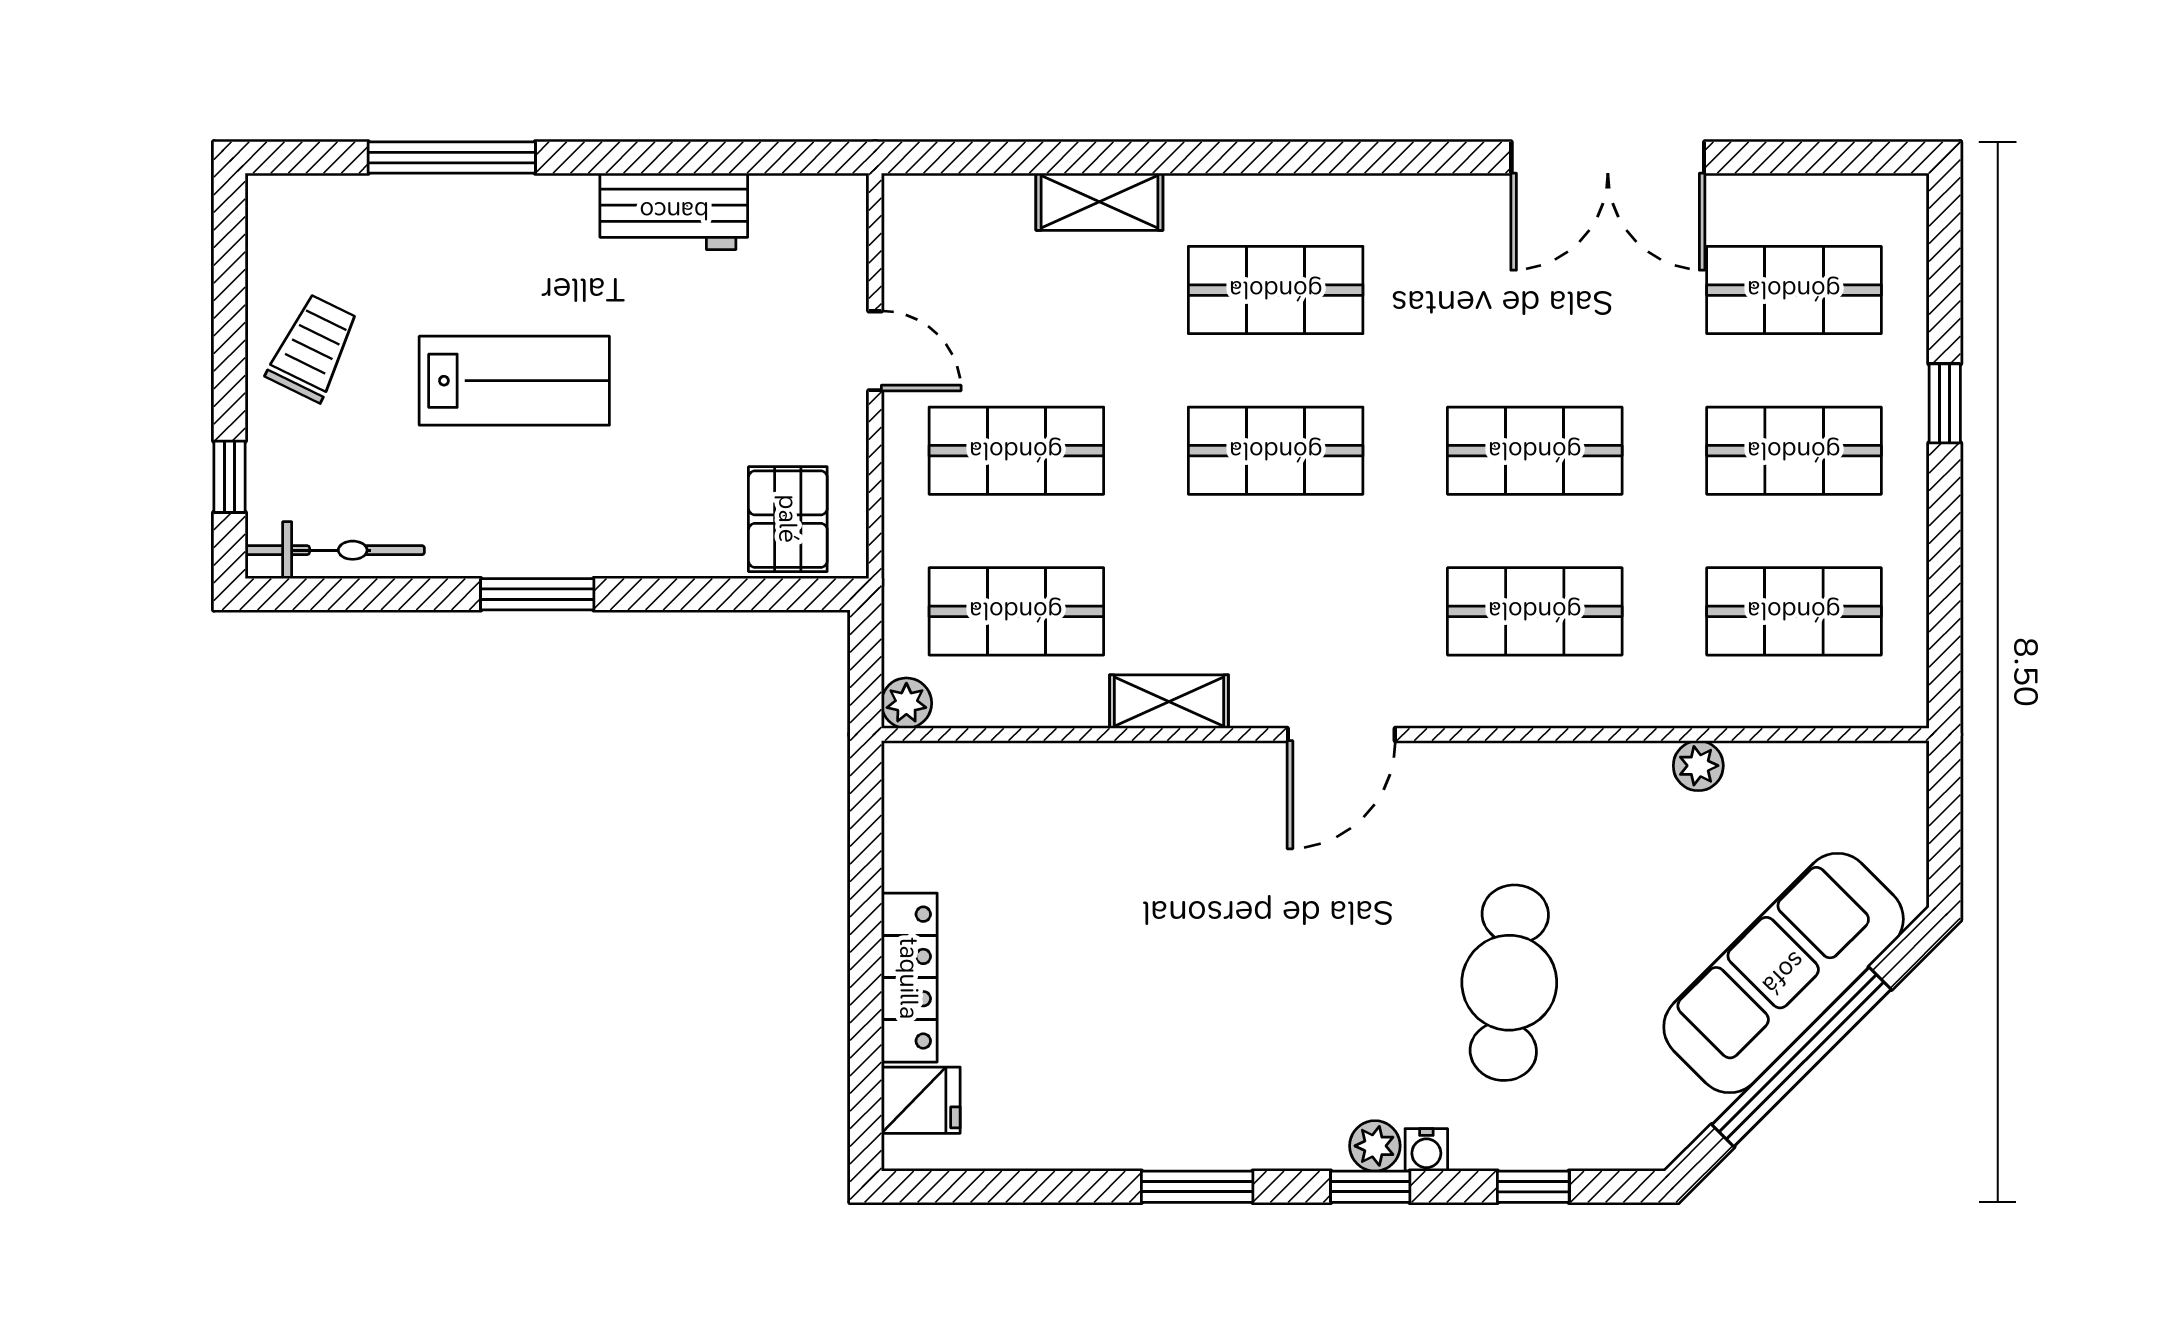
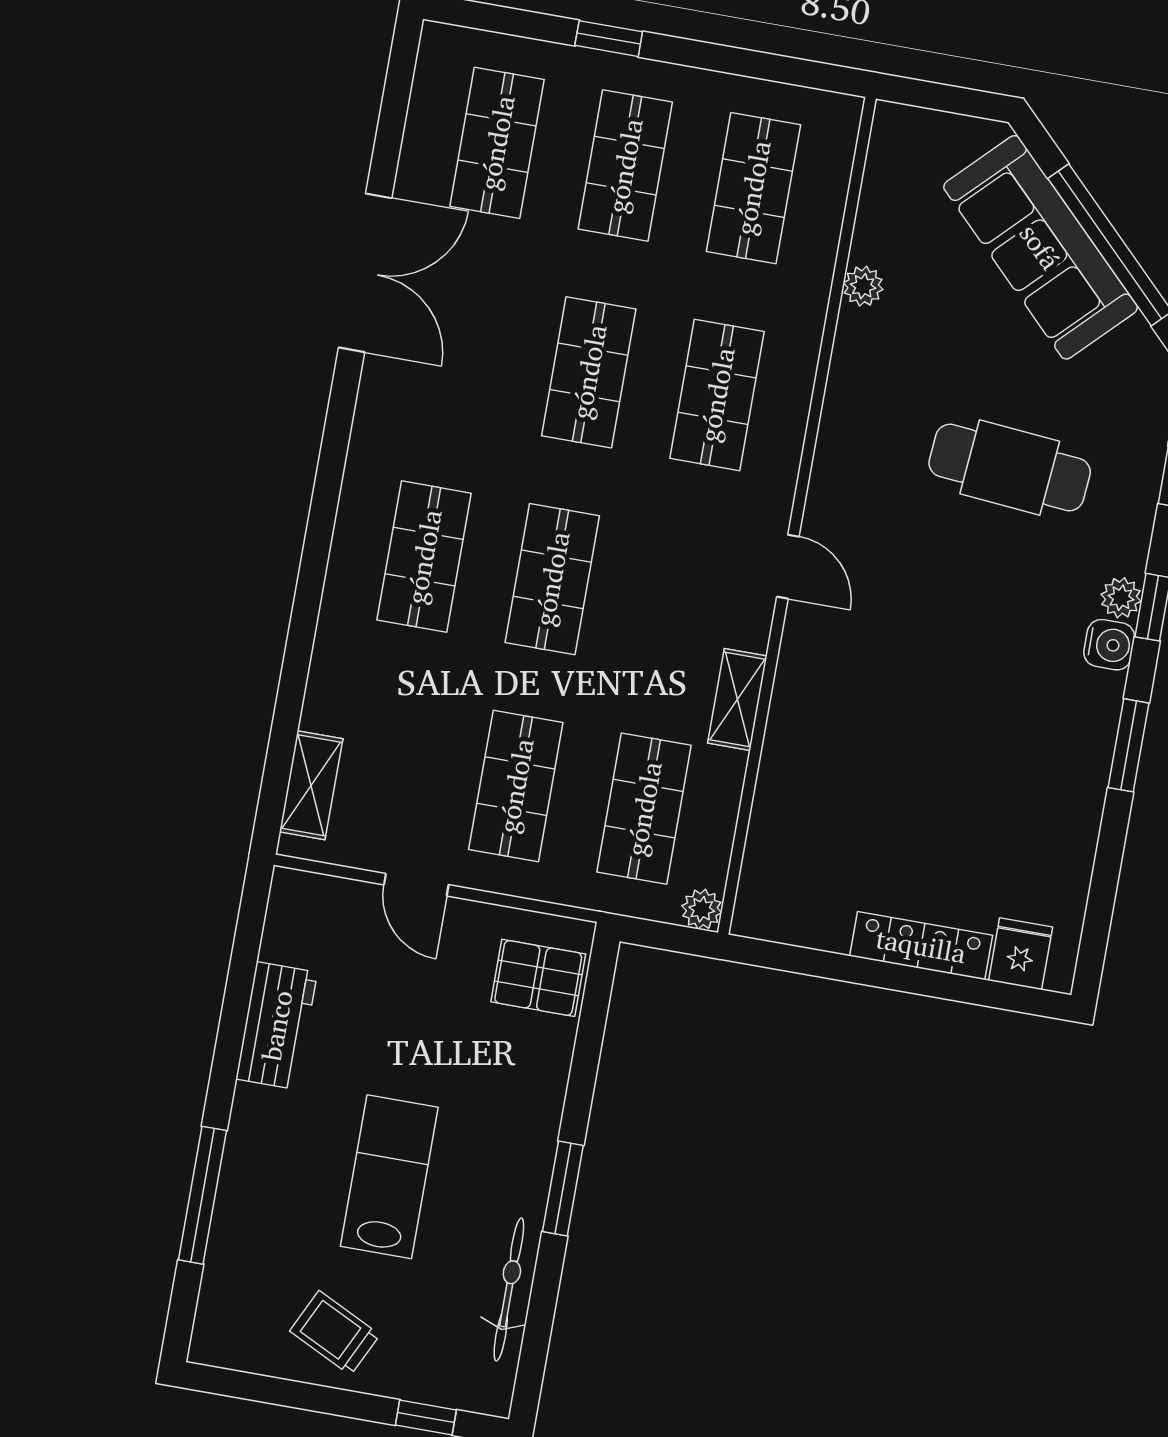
shelving: (1099, 202) -> (311, 785), moved
door: (875, 351) -> (416, 885), swing flipped
bicycle: (335, 550) -> (509, 1289), moved
door: (1341, 734) -> (788, 567), width x0.73
water cooler: (1426, 1150) -> (1109, 645), moved, width x1.38, depth x1.38

